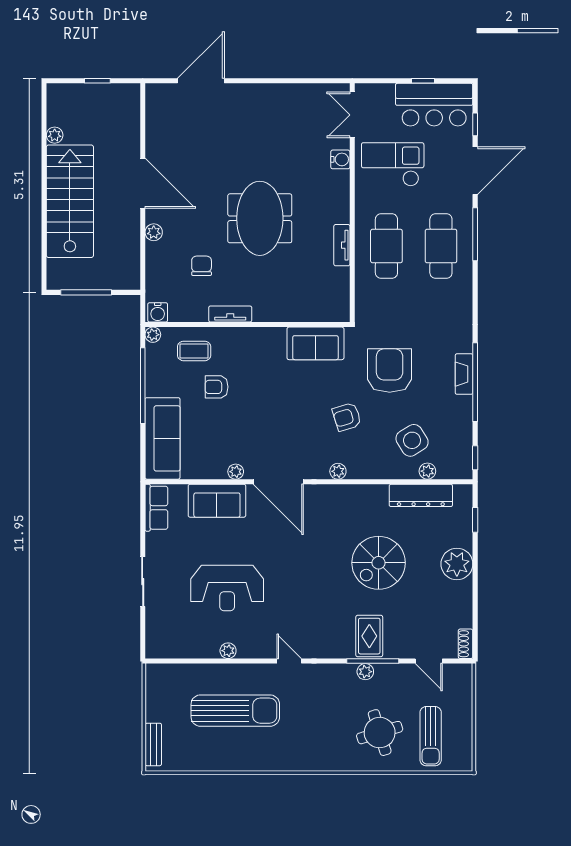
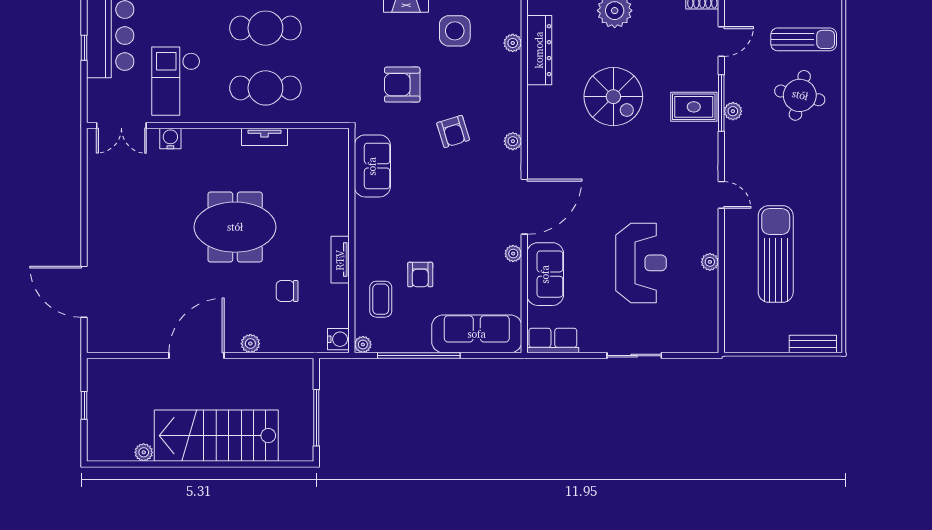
armchair: (390, 371) -> (402, 85), width x0.73, depth x0.73
side table: (412, 440) -> (455, 31), moved, turned 32
door: (289, 661) -> (721, 195), swing flipped
round table: (380, 733) -> (800, 95), turned 30

